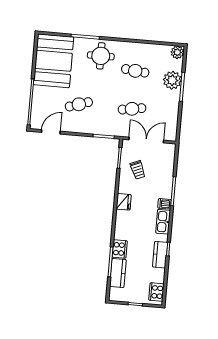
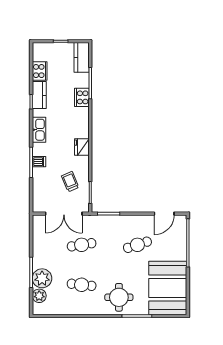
plant: (177, 52) -> (39, 296), moved
dishwasher: (165, 204) -> (39, 162), moved
kitchen counter: (118, 273) -> (82, 57), moved
cooker: (156, 292) -> (40, 71), moved

